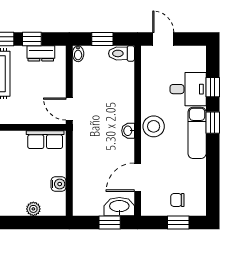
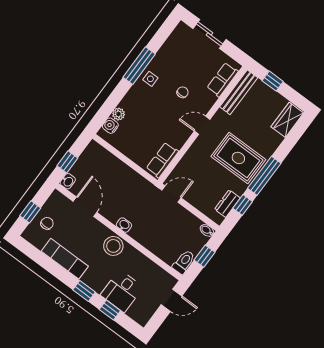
exam couch: (197, 133) -> (65, 259), moved
water cooler: (59, 184) -> (110, 126), moved, turned 90
washbasin: (119, 207) -> (68, 181), width x0.52, depth x0.69

